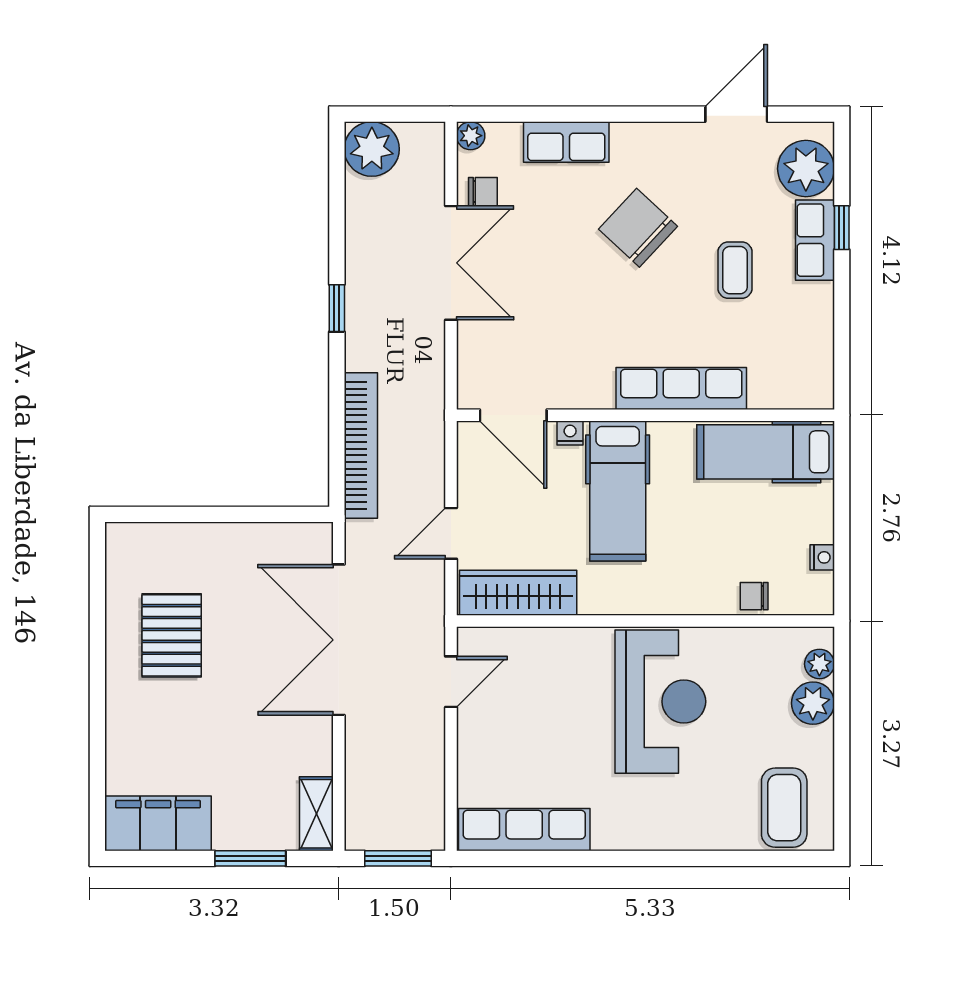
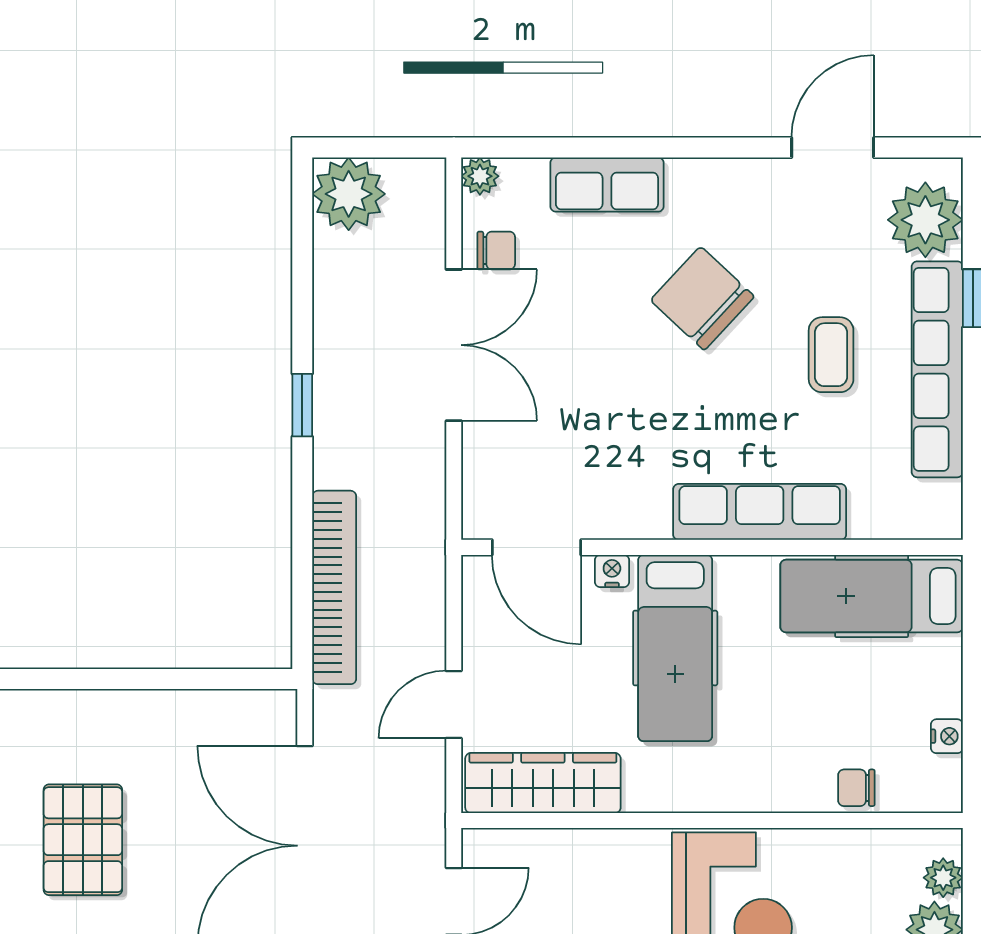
row of seats: (815, 240) -> (937, 369), width x2.02

